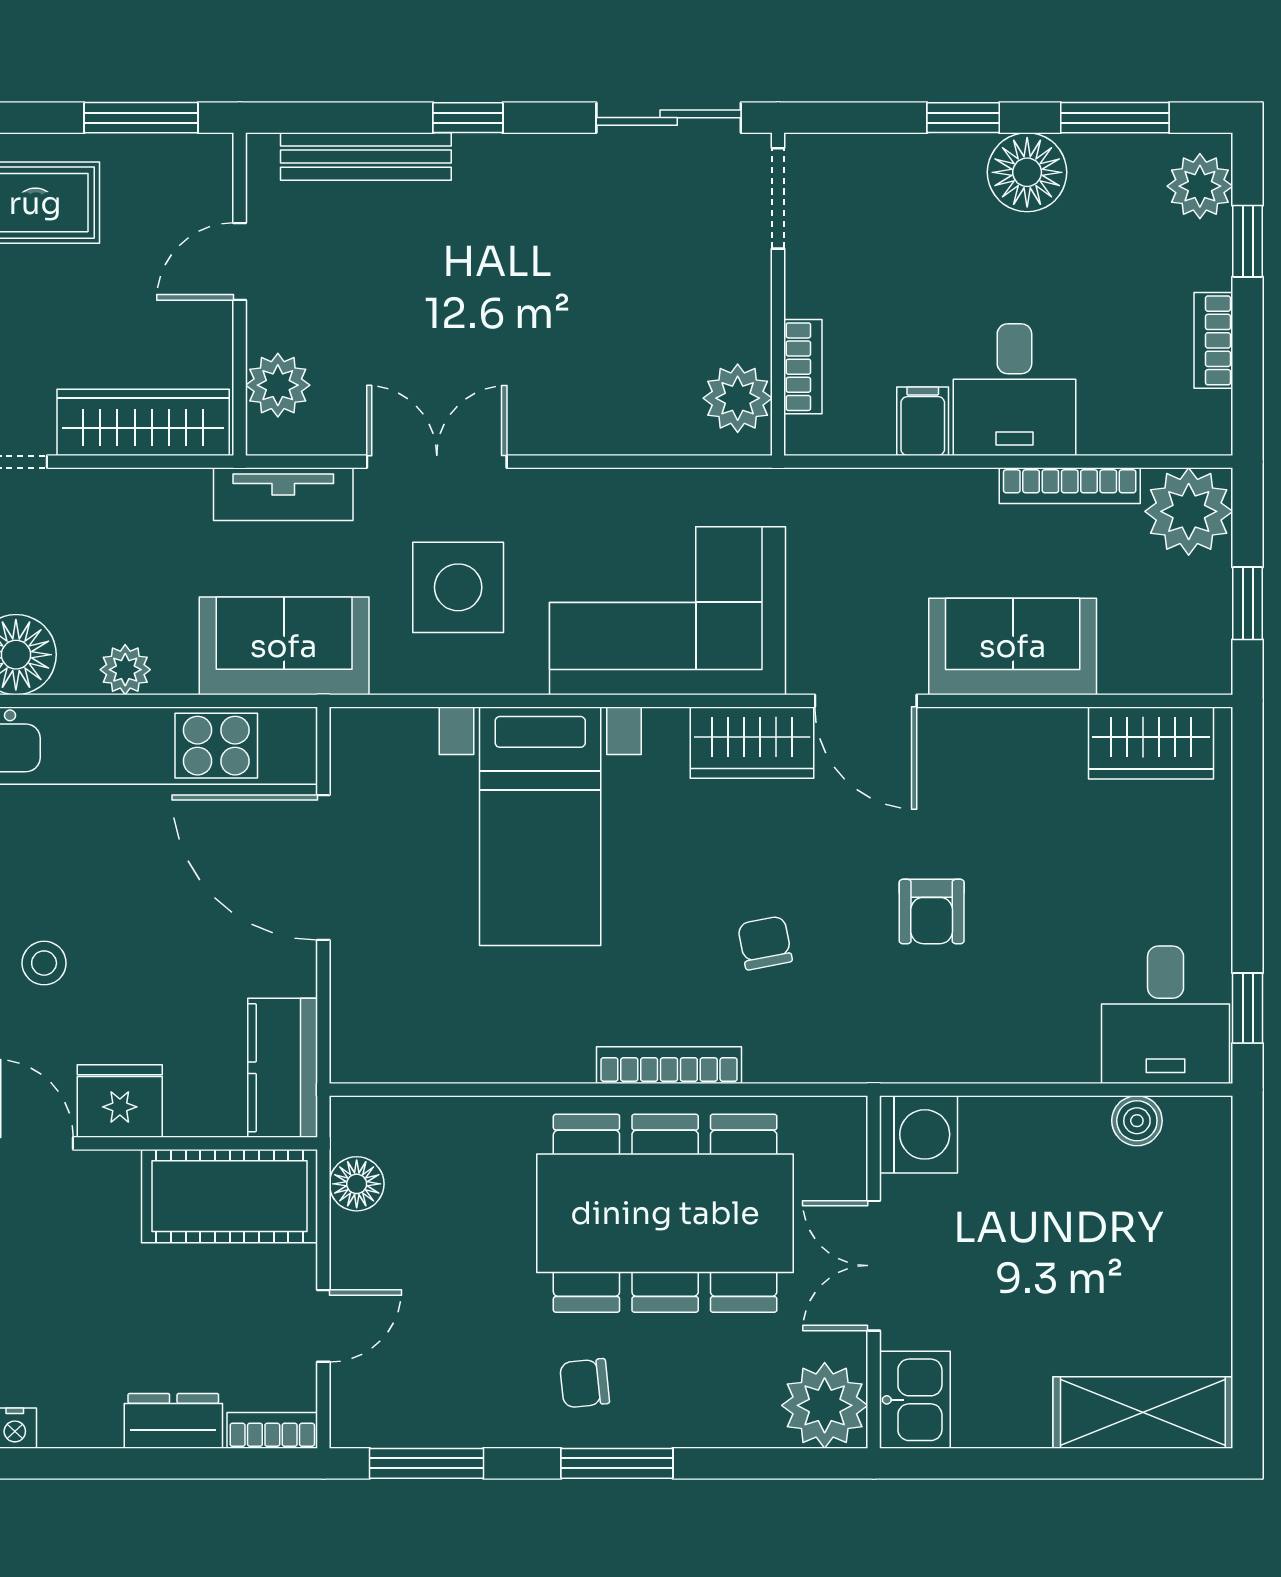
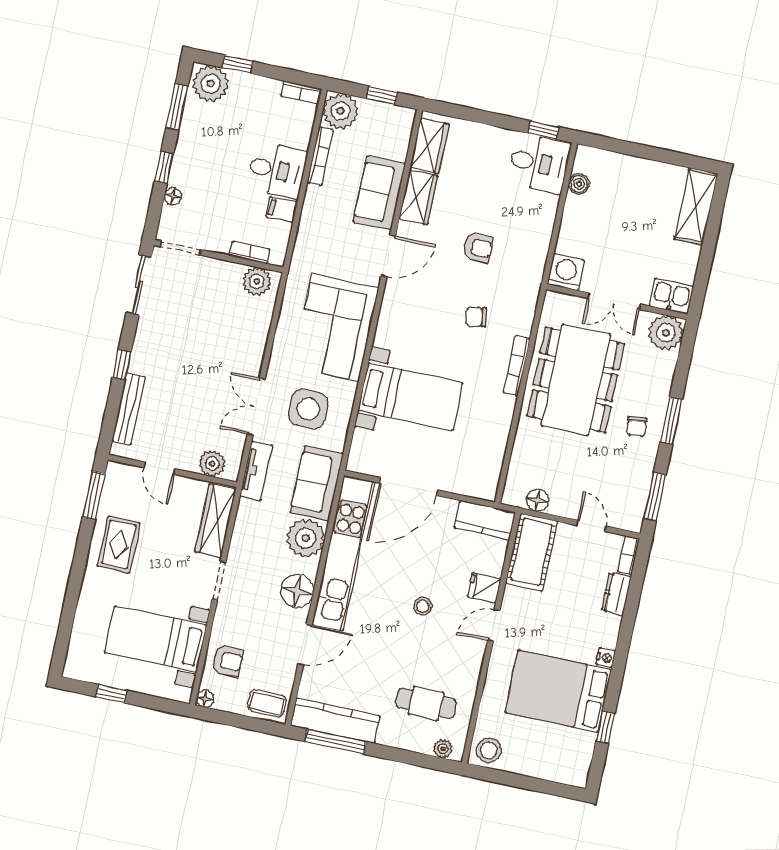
floor lamp: (1027, 172) -> (173, 196), moved, width x0.53, depth x0.53
plant: (1200, 186) -> (211, 83), width x1.36, depth x1.36
bookcase: (1213, 340) -> (301, 92), moved
plant: (125, 670) -> (306, 538), width x1.87, depth x1.87
wardrobe: (752, 743) -> (418, 197), moved
fridge: (120, 1101) -> (484, 588), width x0.72

